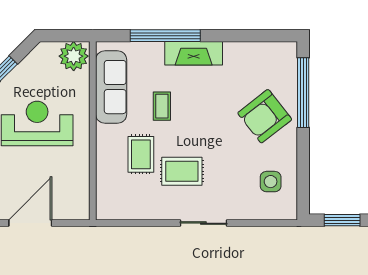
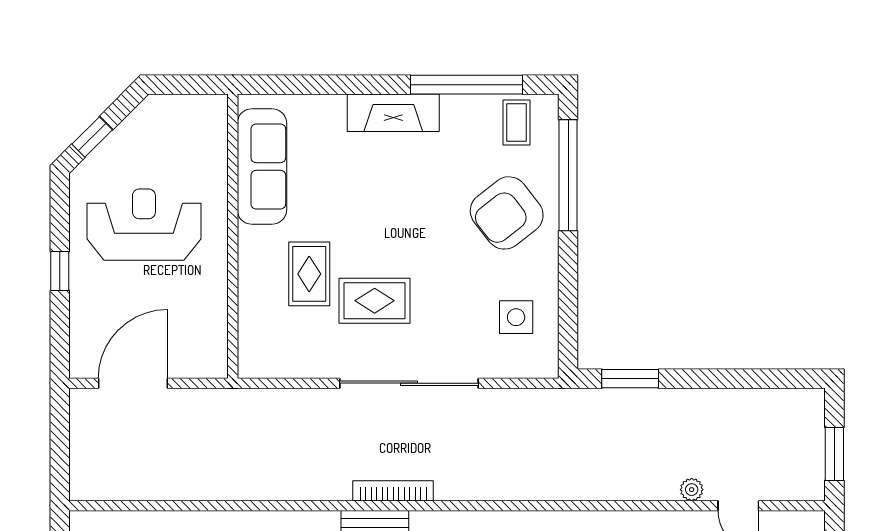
window: (165, 36) -> (466, 85), moved
plant: (74, 56) -> (202, 117), removed
coffee table: (162, 106) -> (517, 123), moved
sliding door: (203, 223) -> (409, 383), width x1.86

